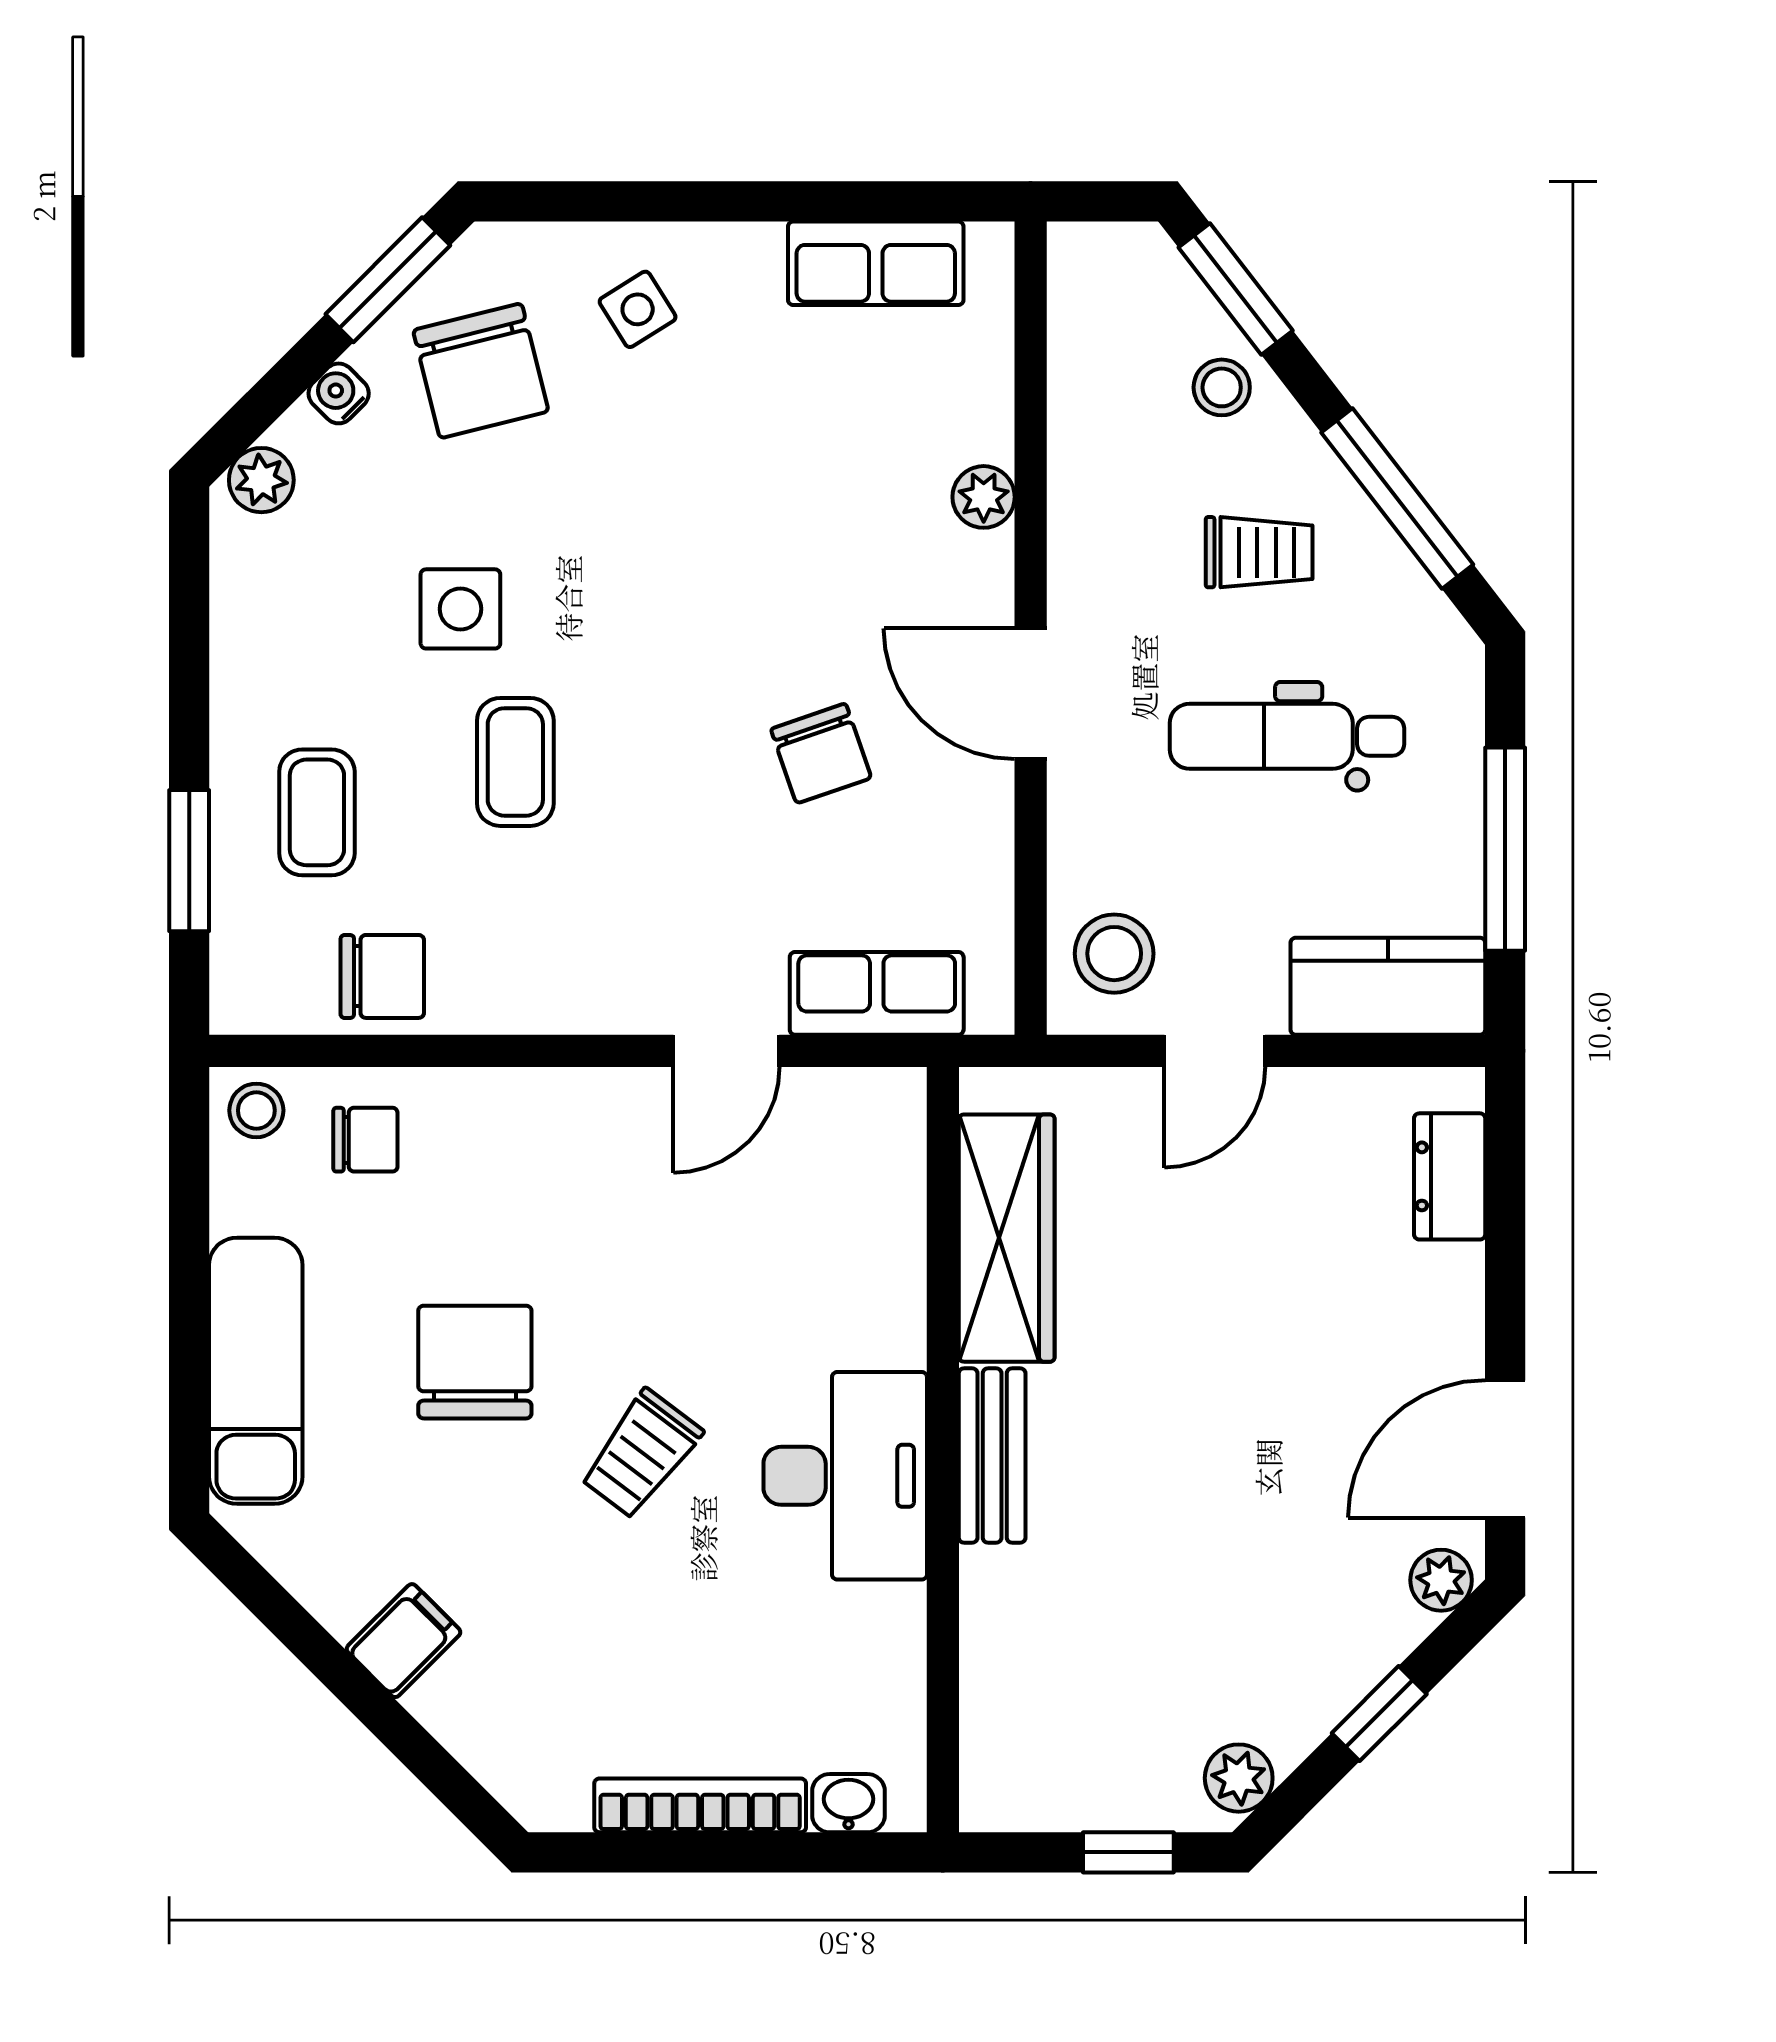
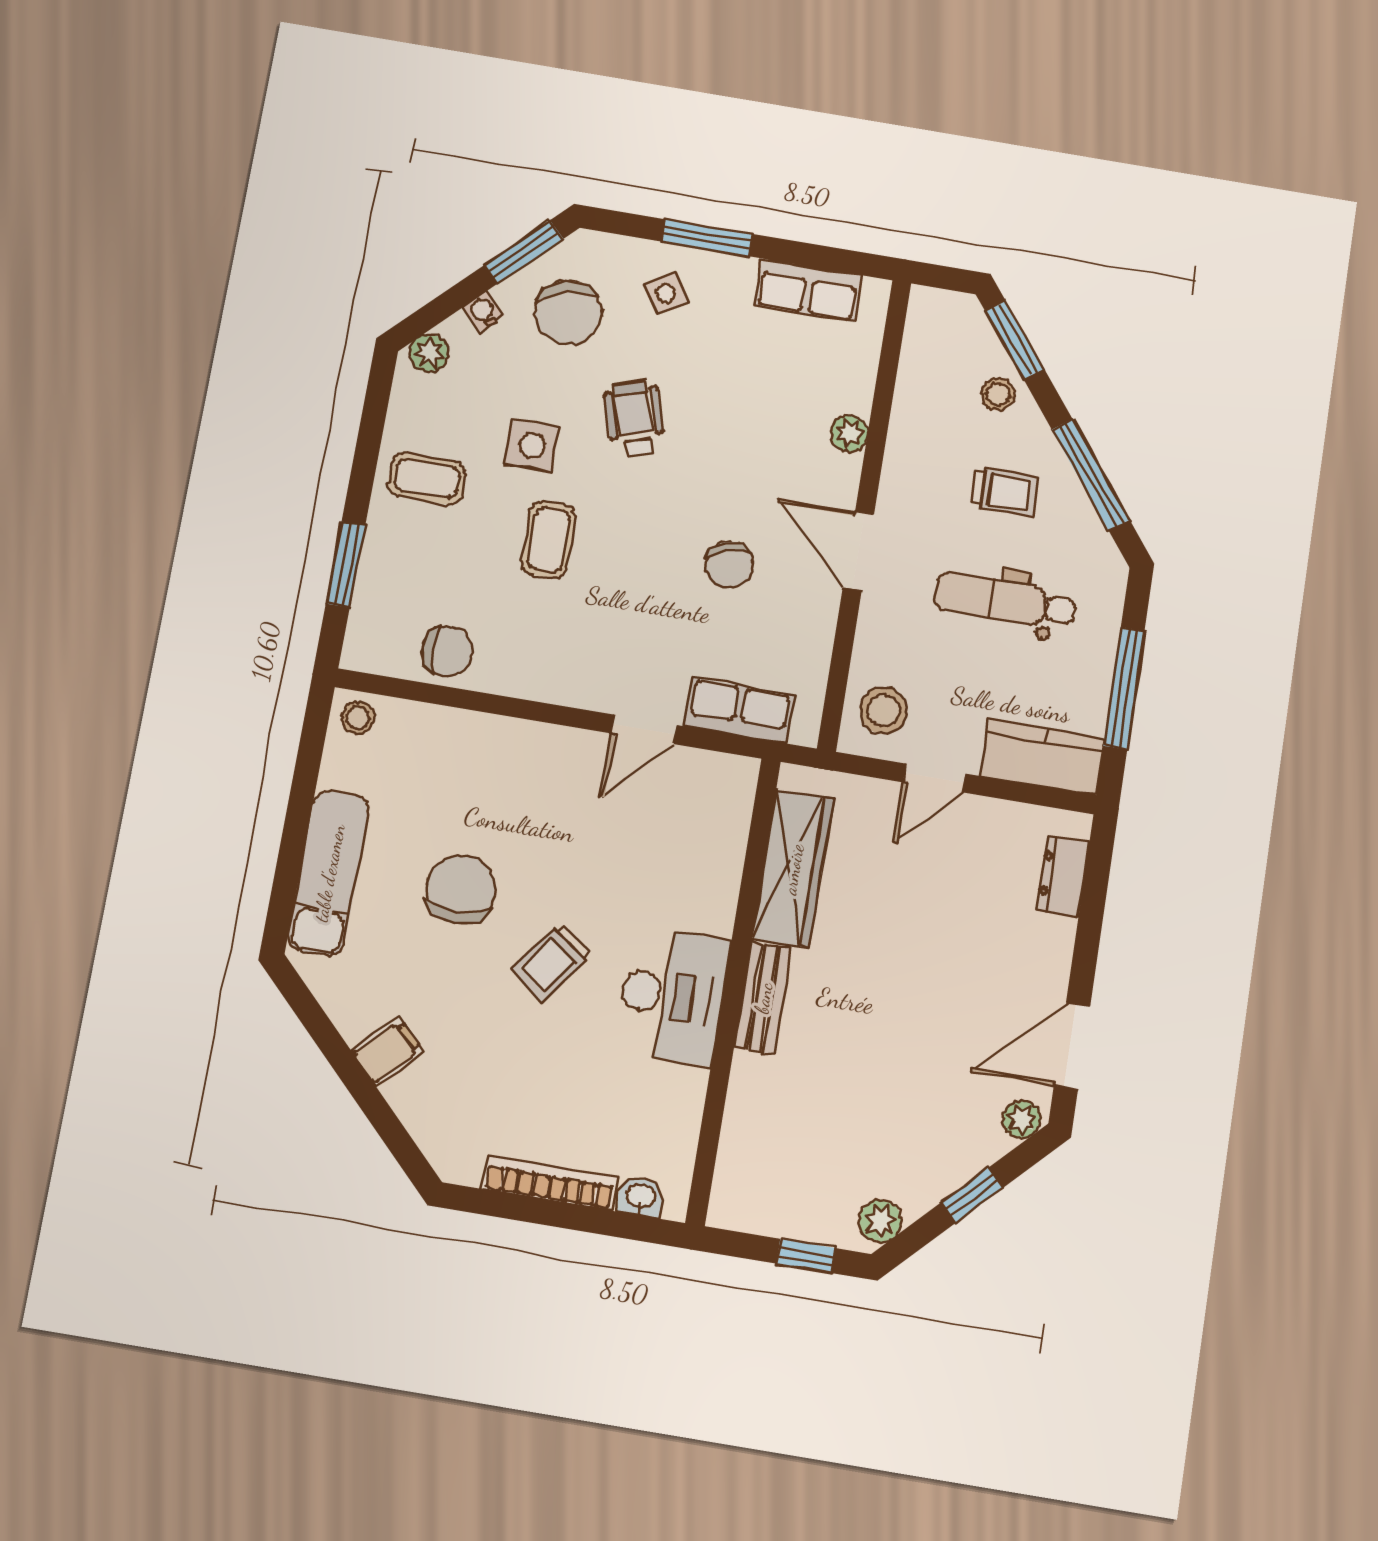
window: (691, 201) -> (707, 238), added
wheelchair: (622, 534) -> (634, 419), added
coffee table: (317, 812) -> (427, 479), moved, turned 90
chair: (365, 1140) -> (420, 746), removed

